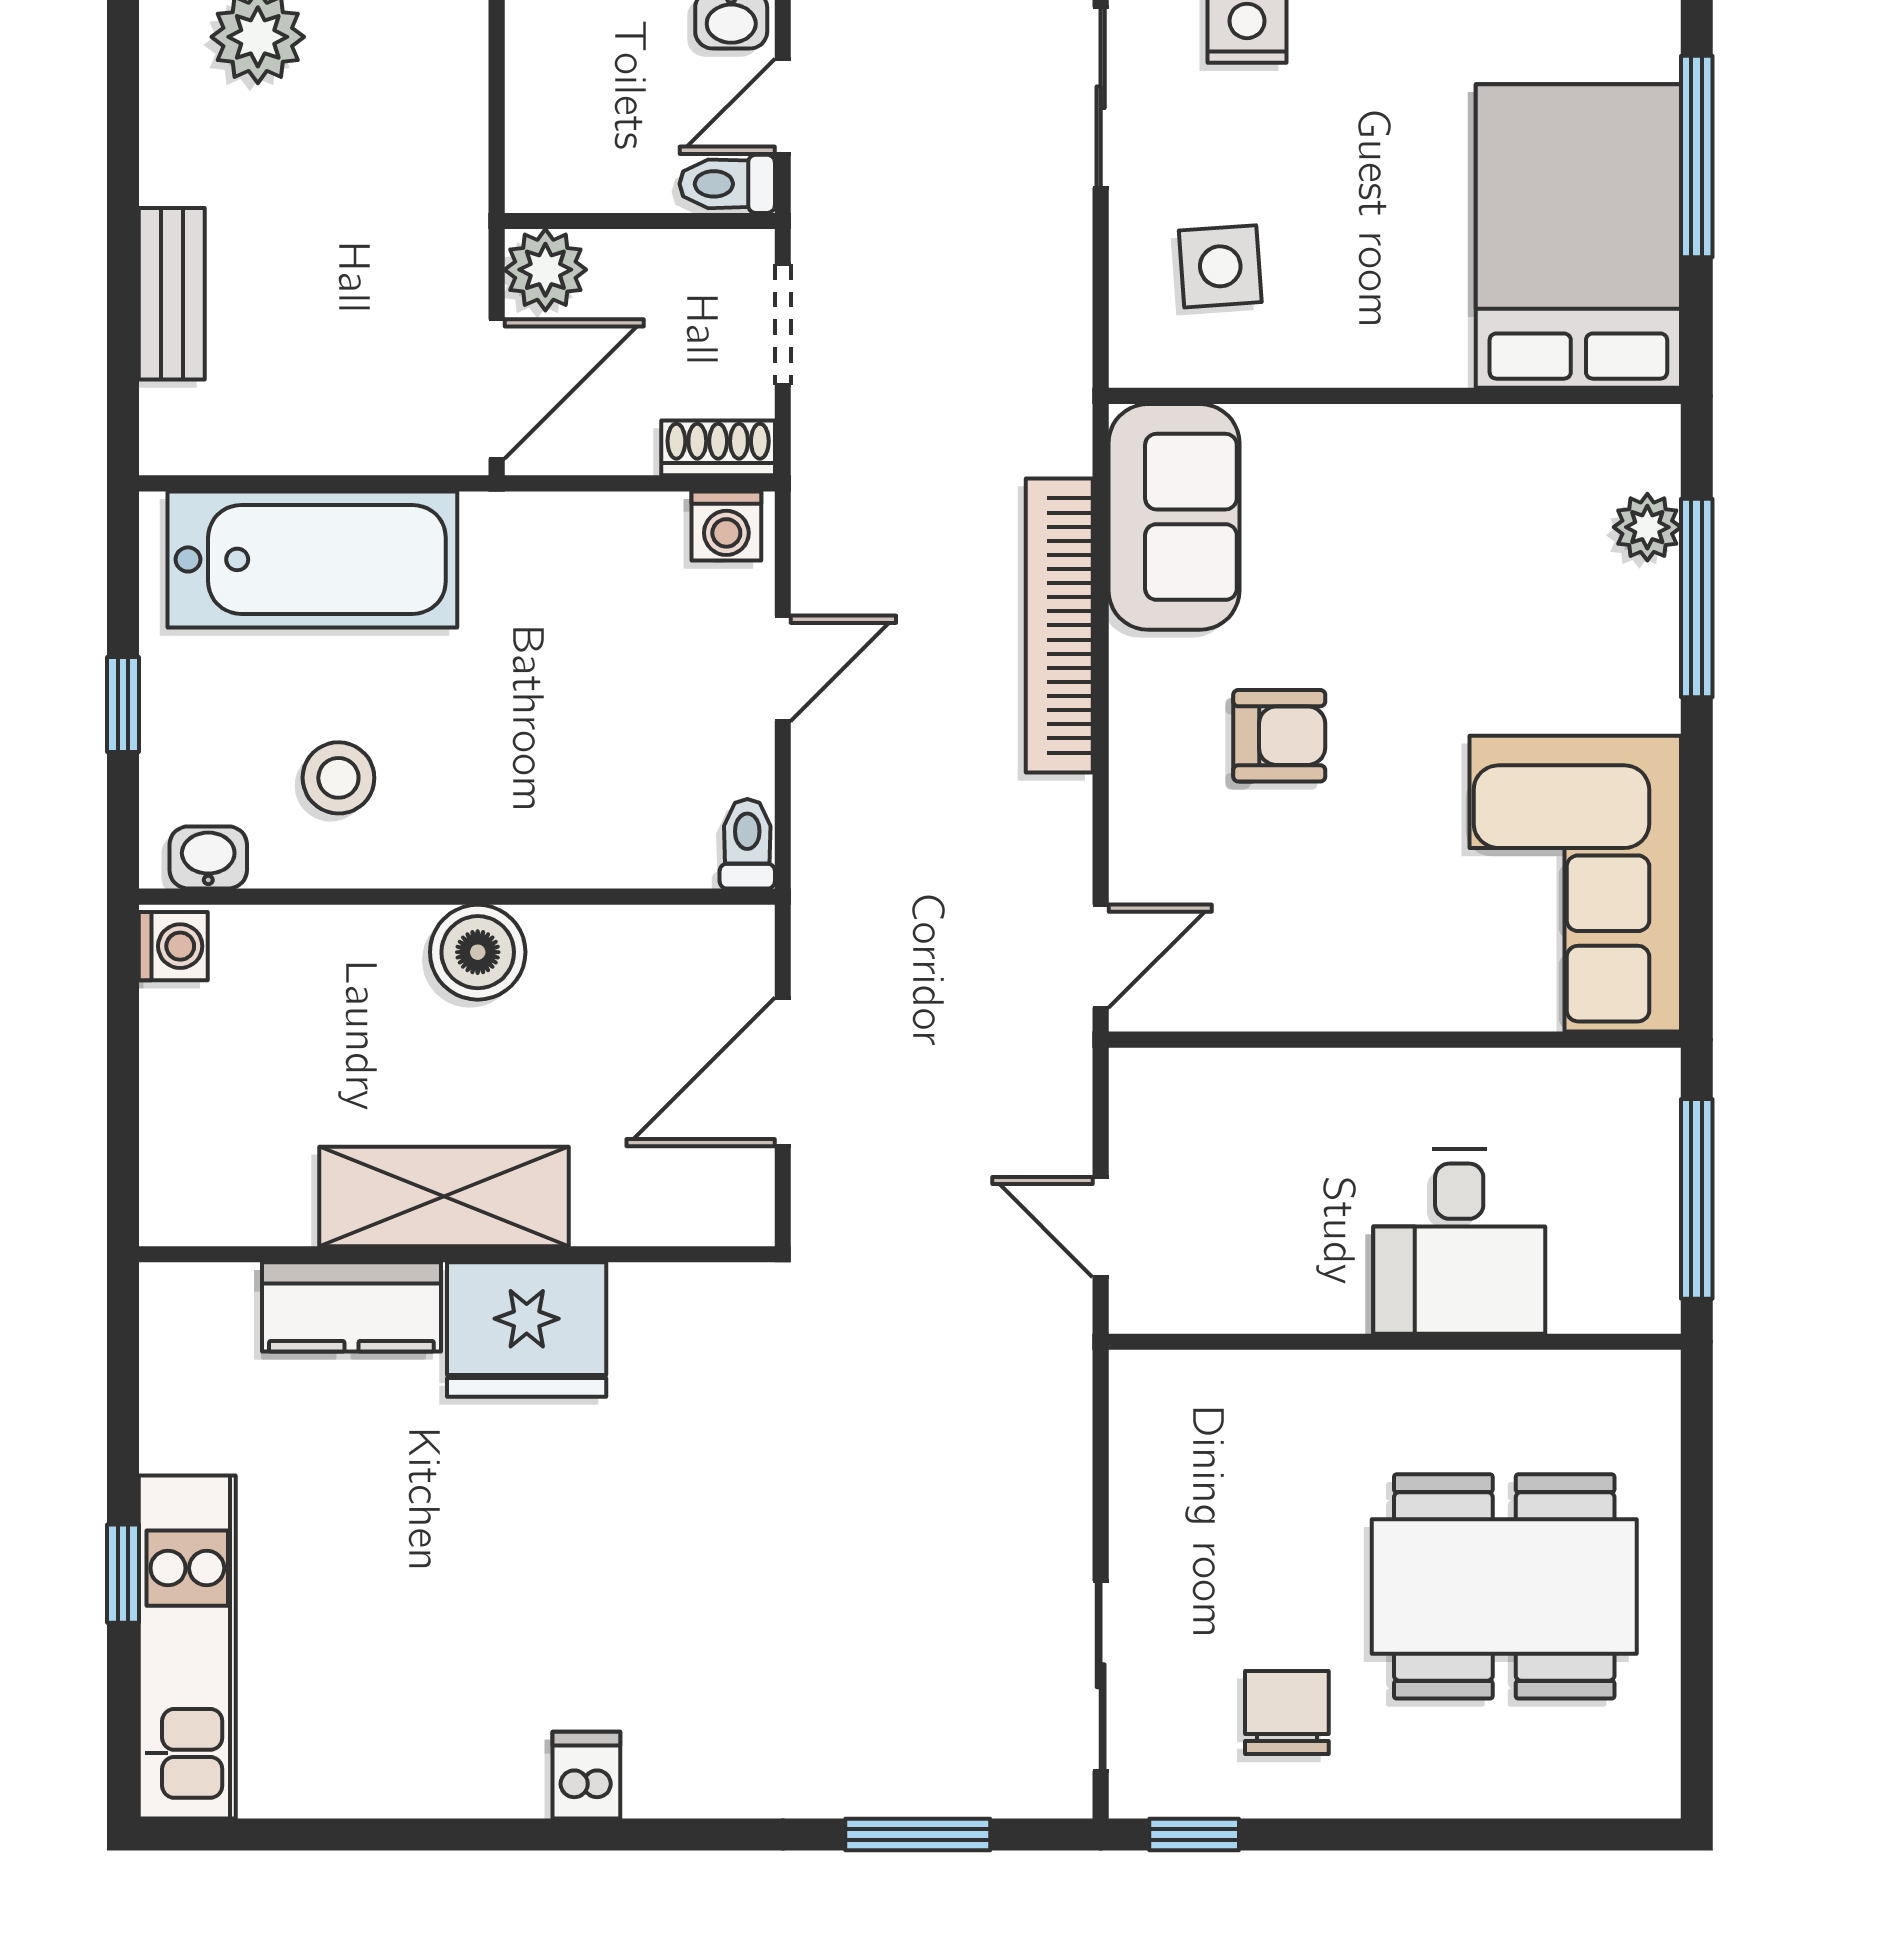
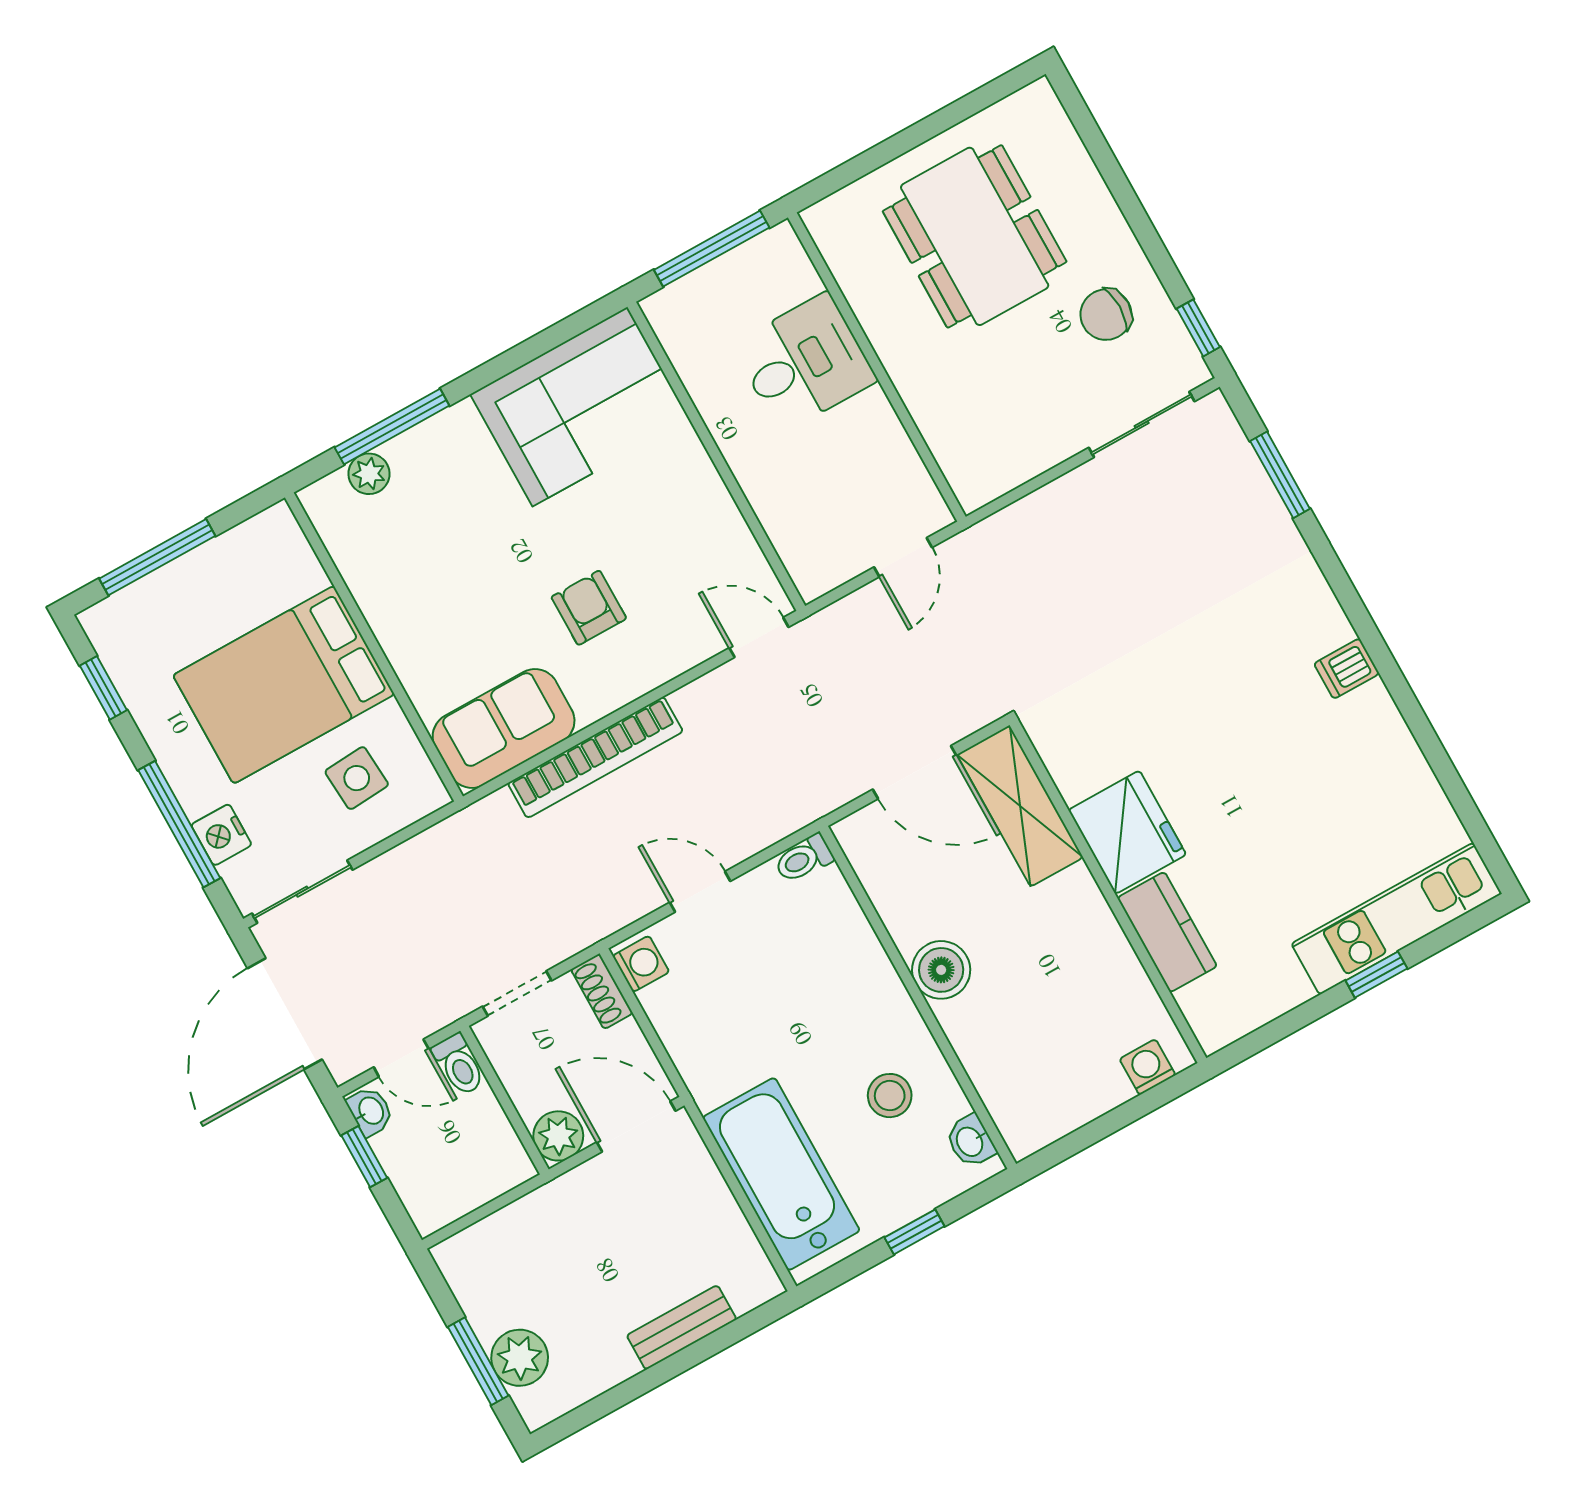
bed: (1578, 236) -> (284, 685), moved
washing machine: (173, 946) -> (1147, 1067), moved
shelving: (444, 1196) -> (1020, 806), moved

